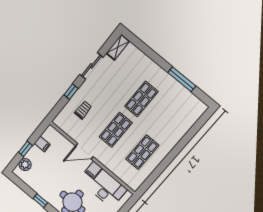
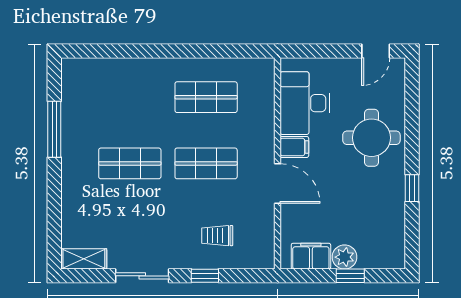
filing cabinet: (42, 144) -> (311, 256), width x2.00
plant: (25, 165) -> (345, 257), moved

